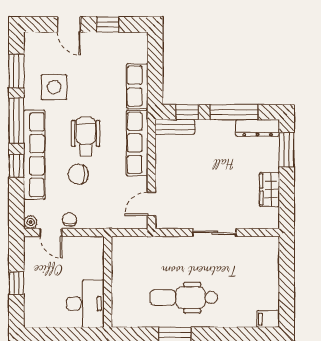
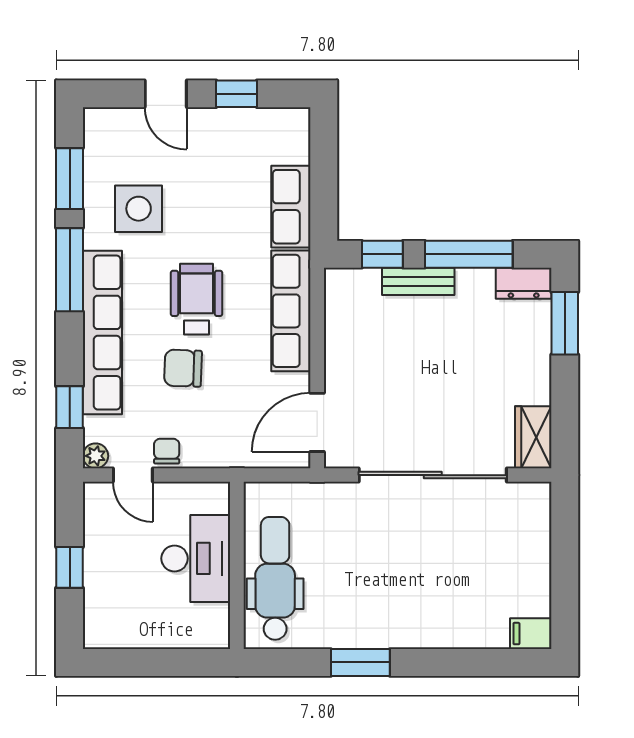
bench: (175, 127) -> (418, 281), moved
dresser: (258, 128) -> (524, 283), width x0.70
window: (16, 166) -> (70, 407), moved
wardrobe: (269, 189) -> (533, 437), moved
door: (152, 204) -> (317, 422), width x1.38
sliding door: (215, 233) -> (433, 475), width x1.86
dental chair: (184, 298) -> (275, 578), moved, turned 90
desk: (85, 304) -> (196, 558), moved

